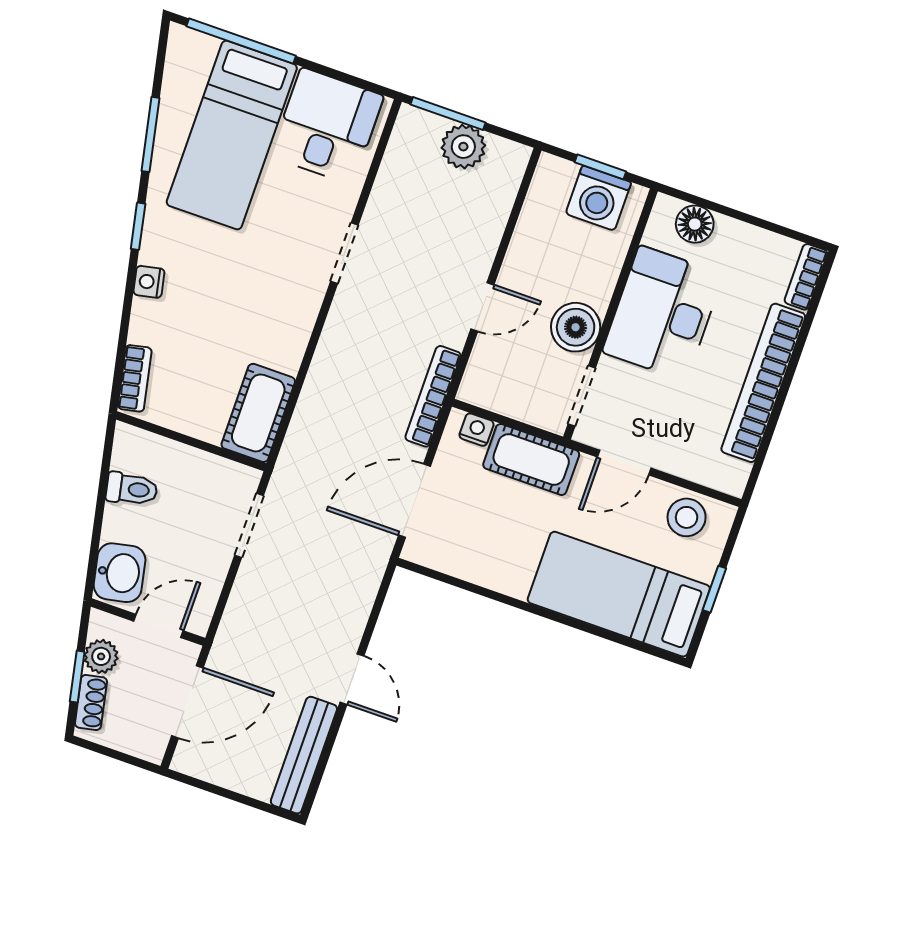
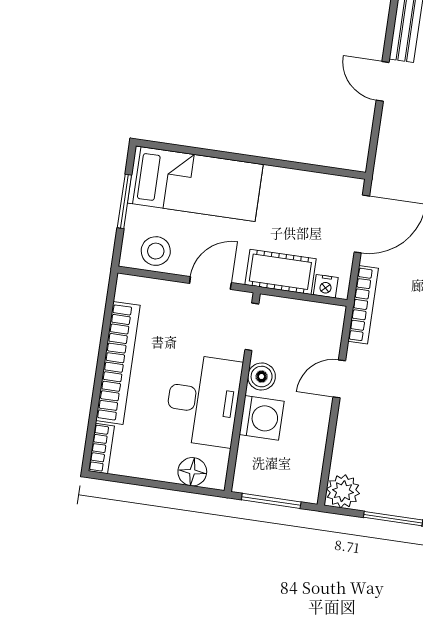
plant: (463, 147) -> (343, 491), moved
window: (600, 167) -> (271, 501), width x1.50
washing machine: (598, 198) -> (262, 418), moved, turned 90
boiler: (576, 327) -> (262, 377), width x0.73, depth x0.73
window: (714, 589) -> (124, 201), width x1.50

